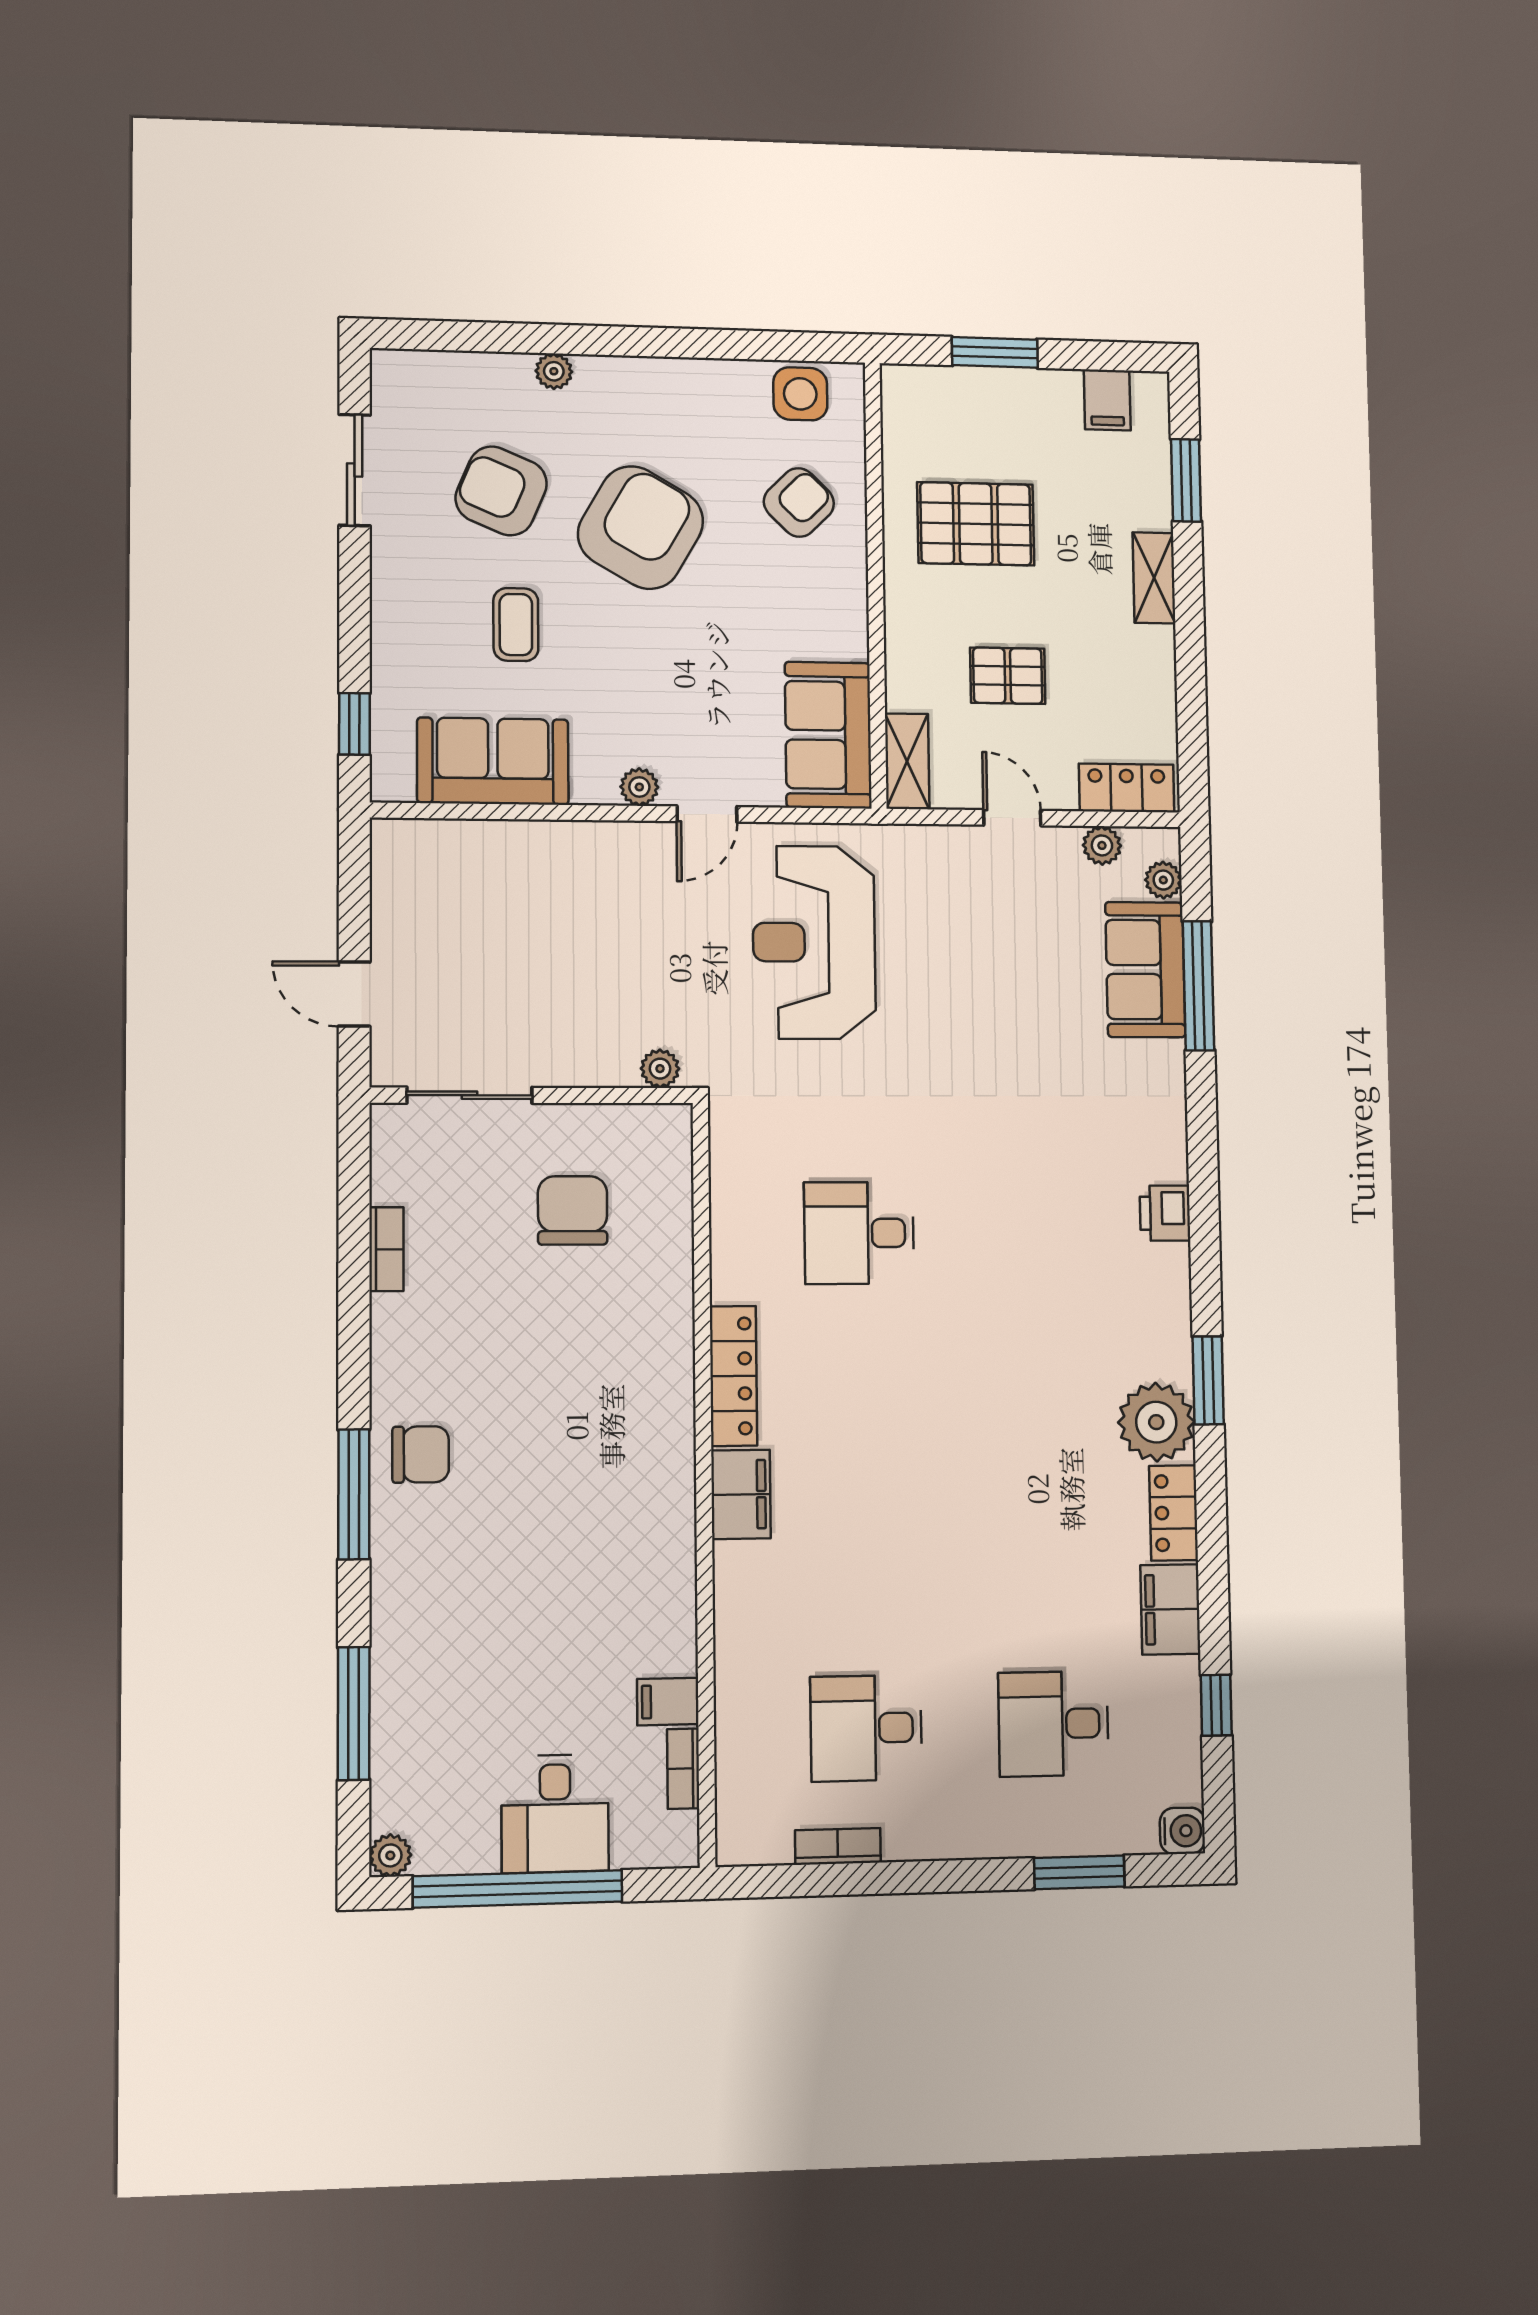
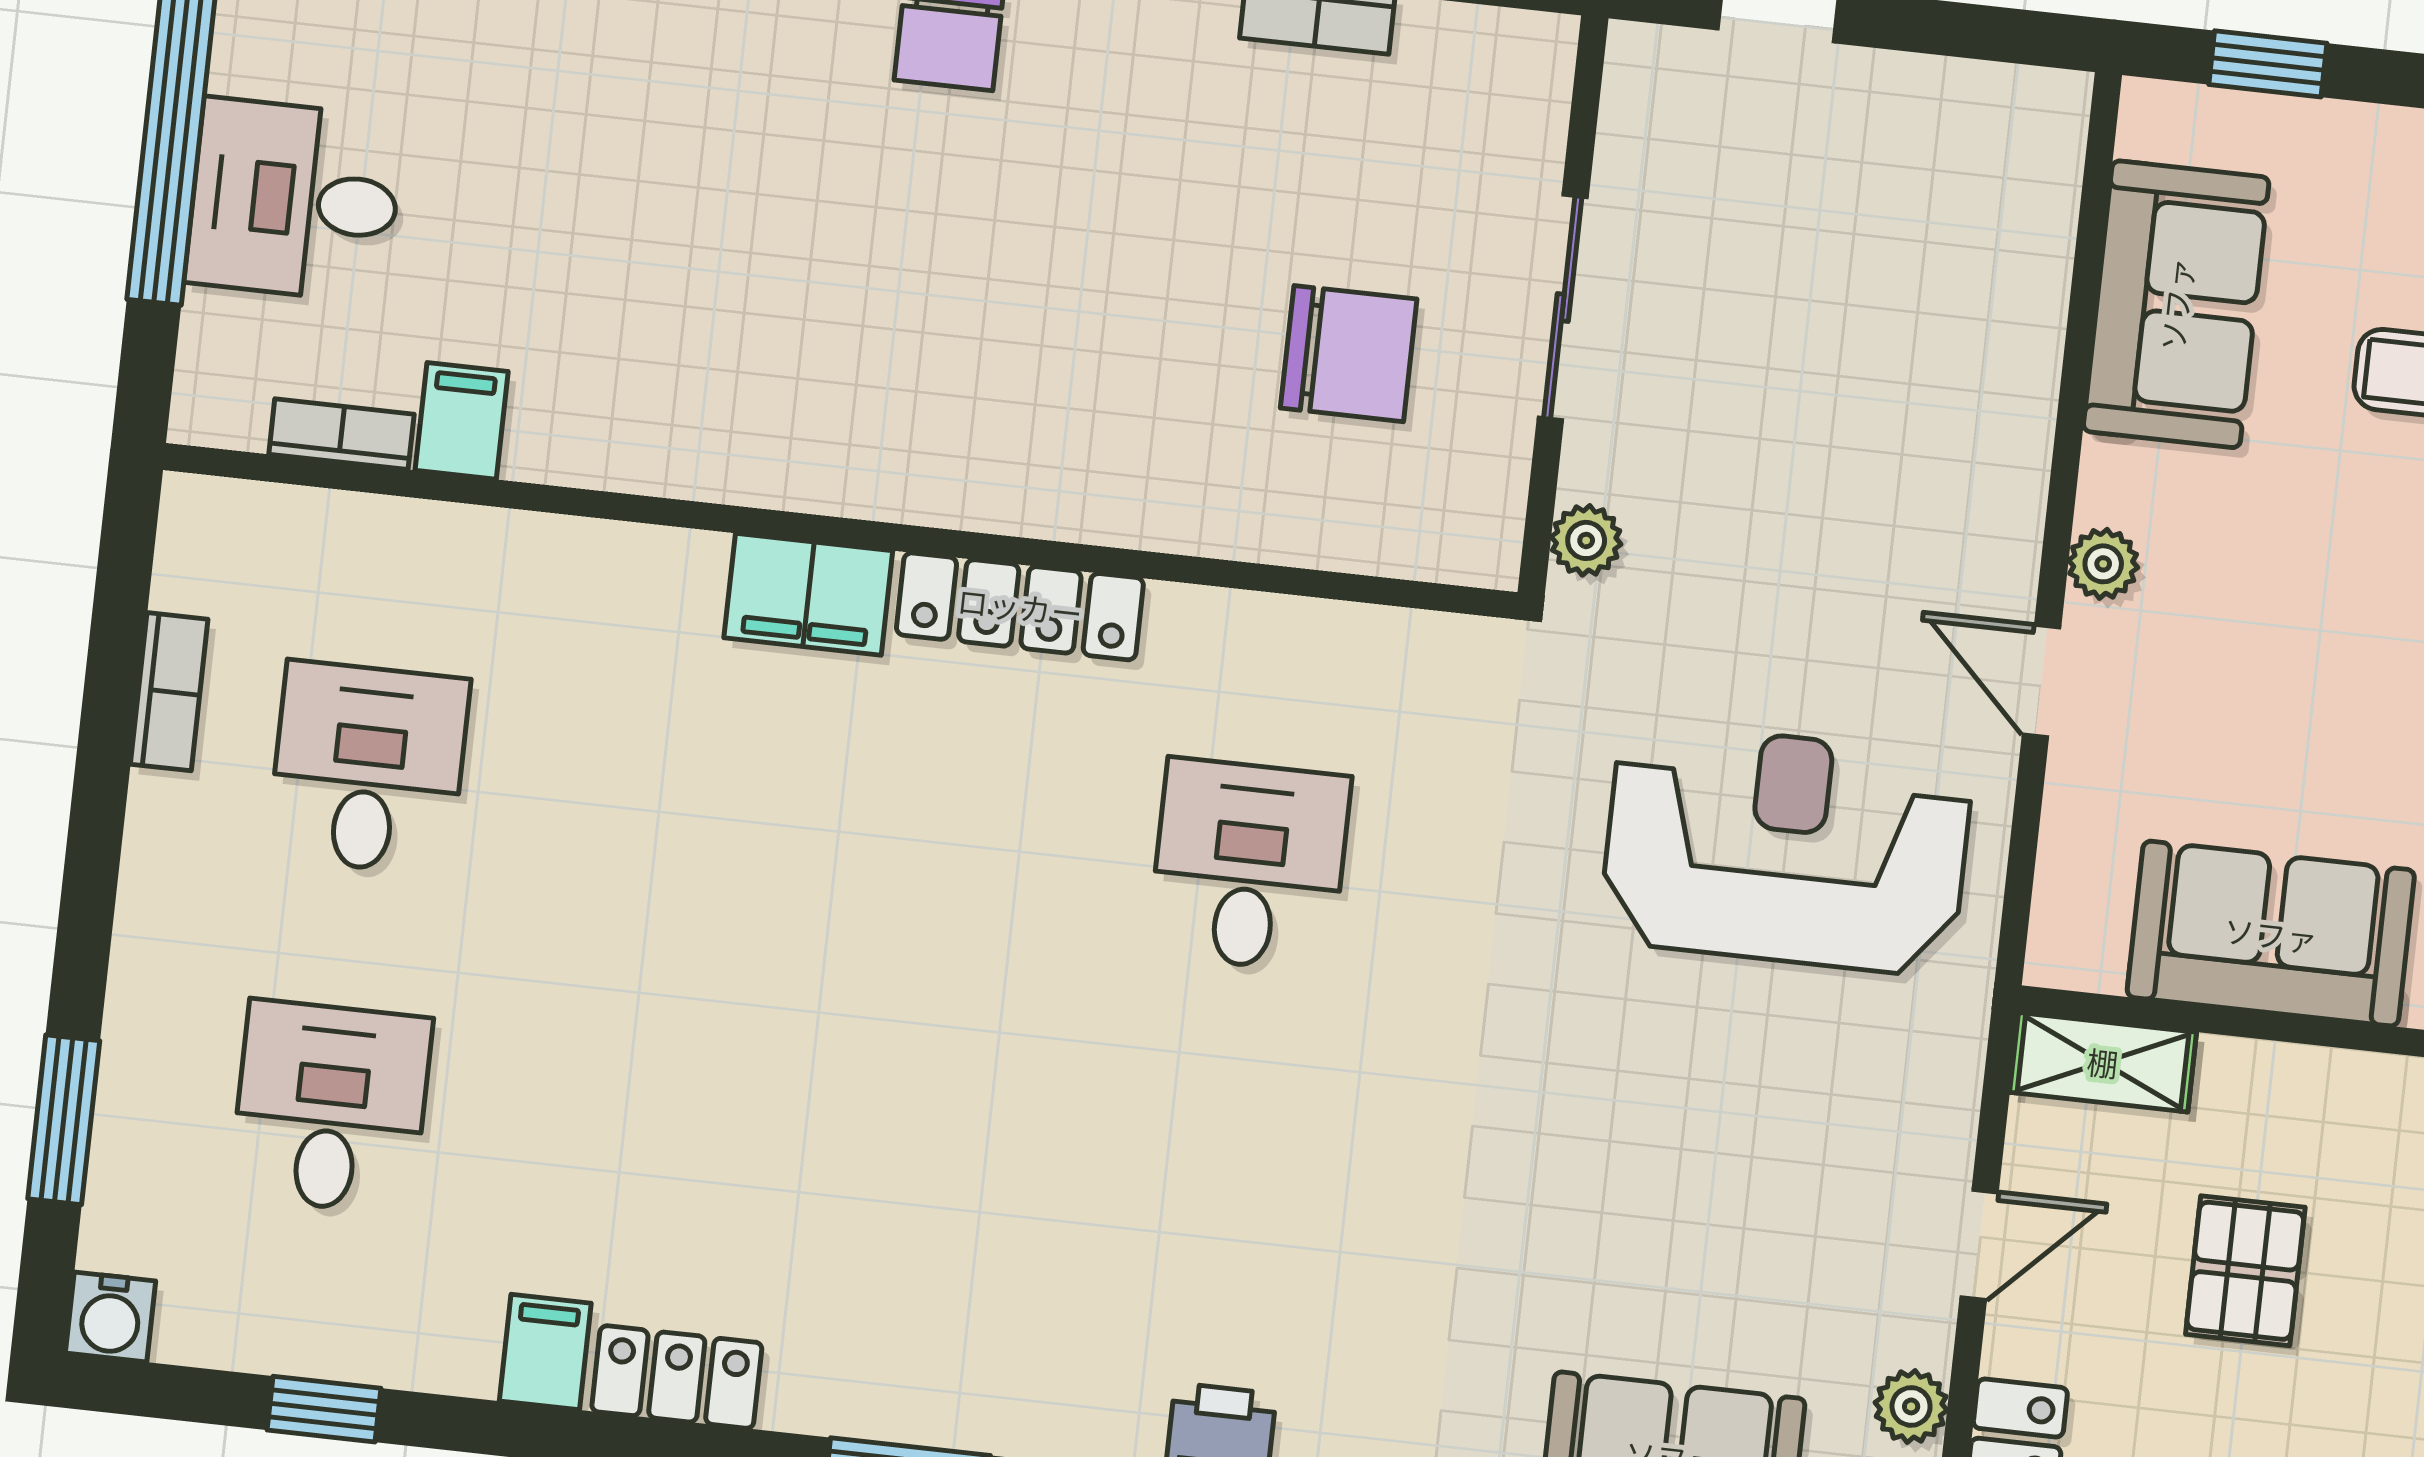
sofa: (828, 735) -> (2271, 934), moved
sliding door: (470, 1095) -> (1563, 308), moved
plant: (1156, 1422) -> (844, 1367), removed
filing cabinet: (1170, 1609) -> (545, 1352), width x0.50

